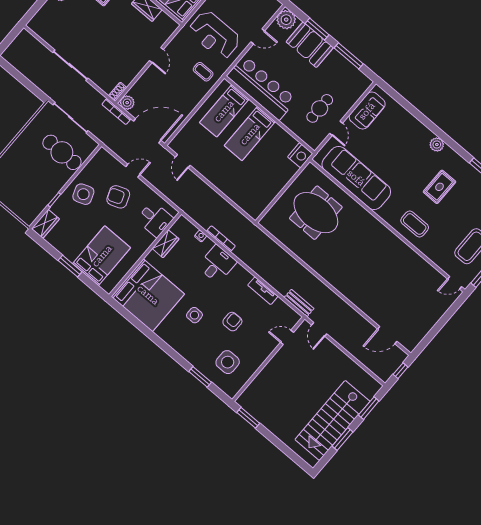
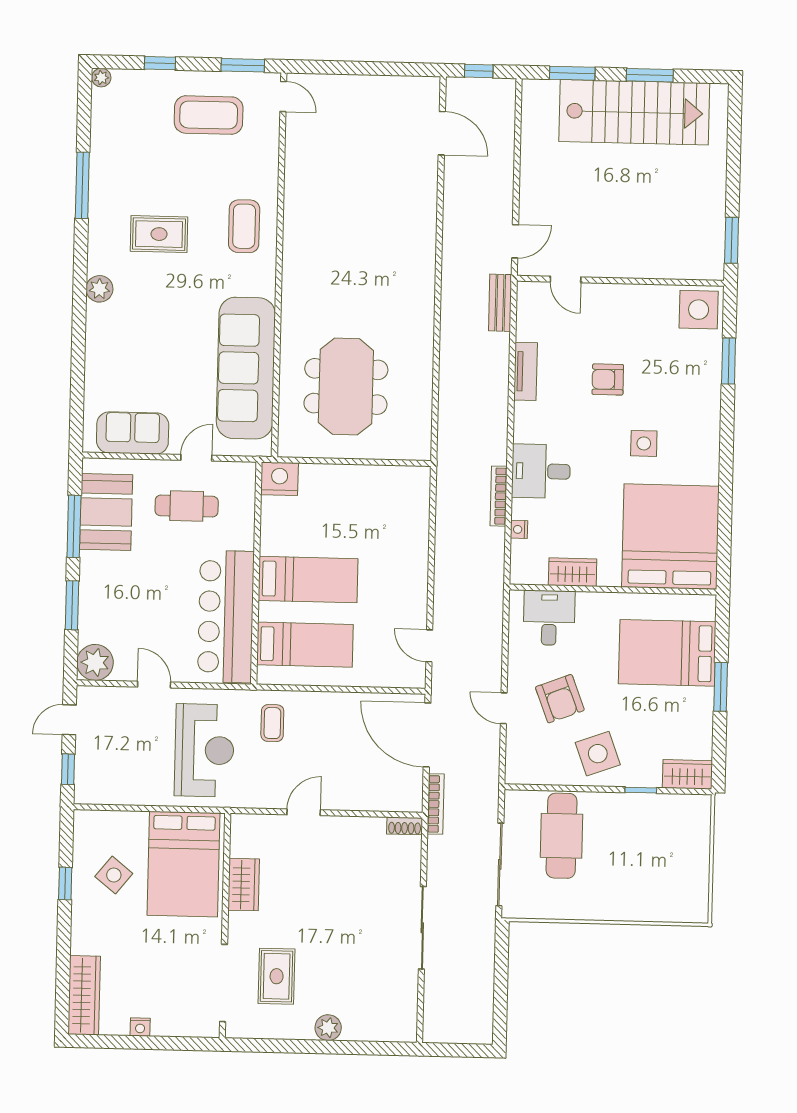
booth: (310, 45) -> (106, 512), moved
plant: (127, 103) -> (409, 799), removed
door: (183, 161) -> (429, 646), swing flipped
side table: (228, 362) -> (699, 310), moved

